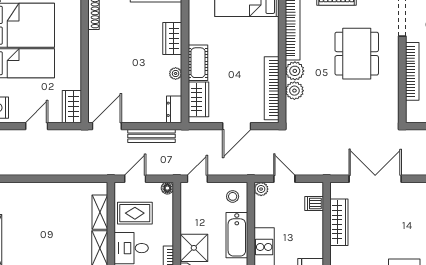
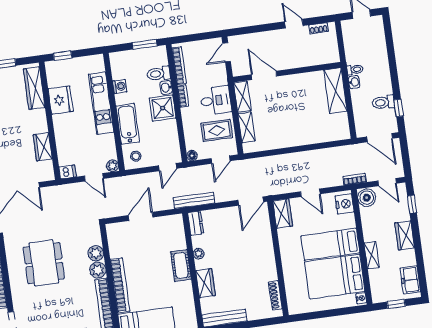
dining table: (357, 54) -> (44, 263), moved
bookcase: (272, 88) -> (120, 285), moved
wardrobe: (198, 99) -> (176, 234), removed
door: (37, 126) -> (310, 193), hinge flipped
bench: (151, 136) -> (194, 200), moved
dishwasher: (314, 203) -> (68, 172), moved
wardrobe: (339, 222) -> (43, 147), width x0.67

